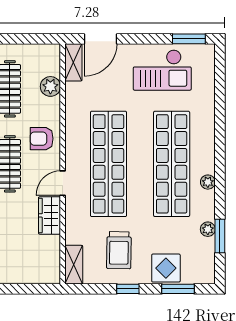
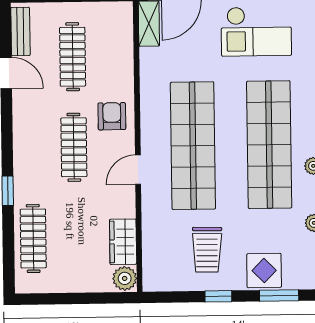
plant: (50, 86) -> (125, 278), moved
armchair: (42, 139) -> (112, 116), turned 90
wardrobe: (50, 215) -> (123, 242), moved
shelving: (74, 265) -> (153, 268), removed

